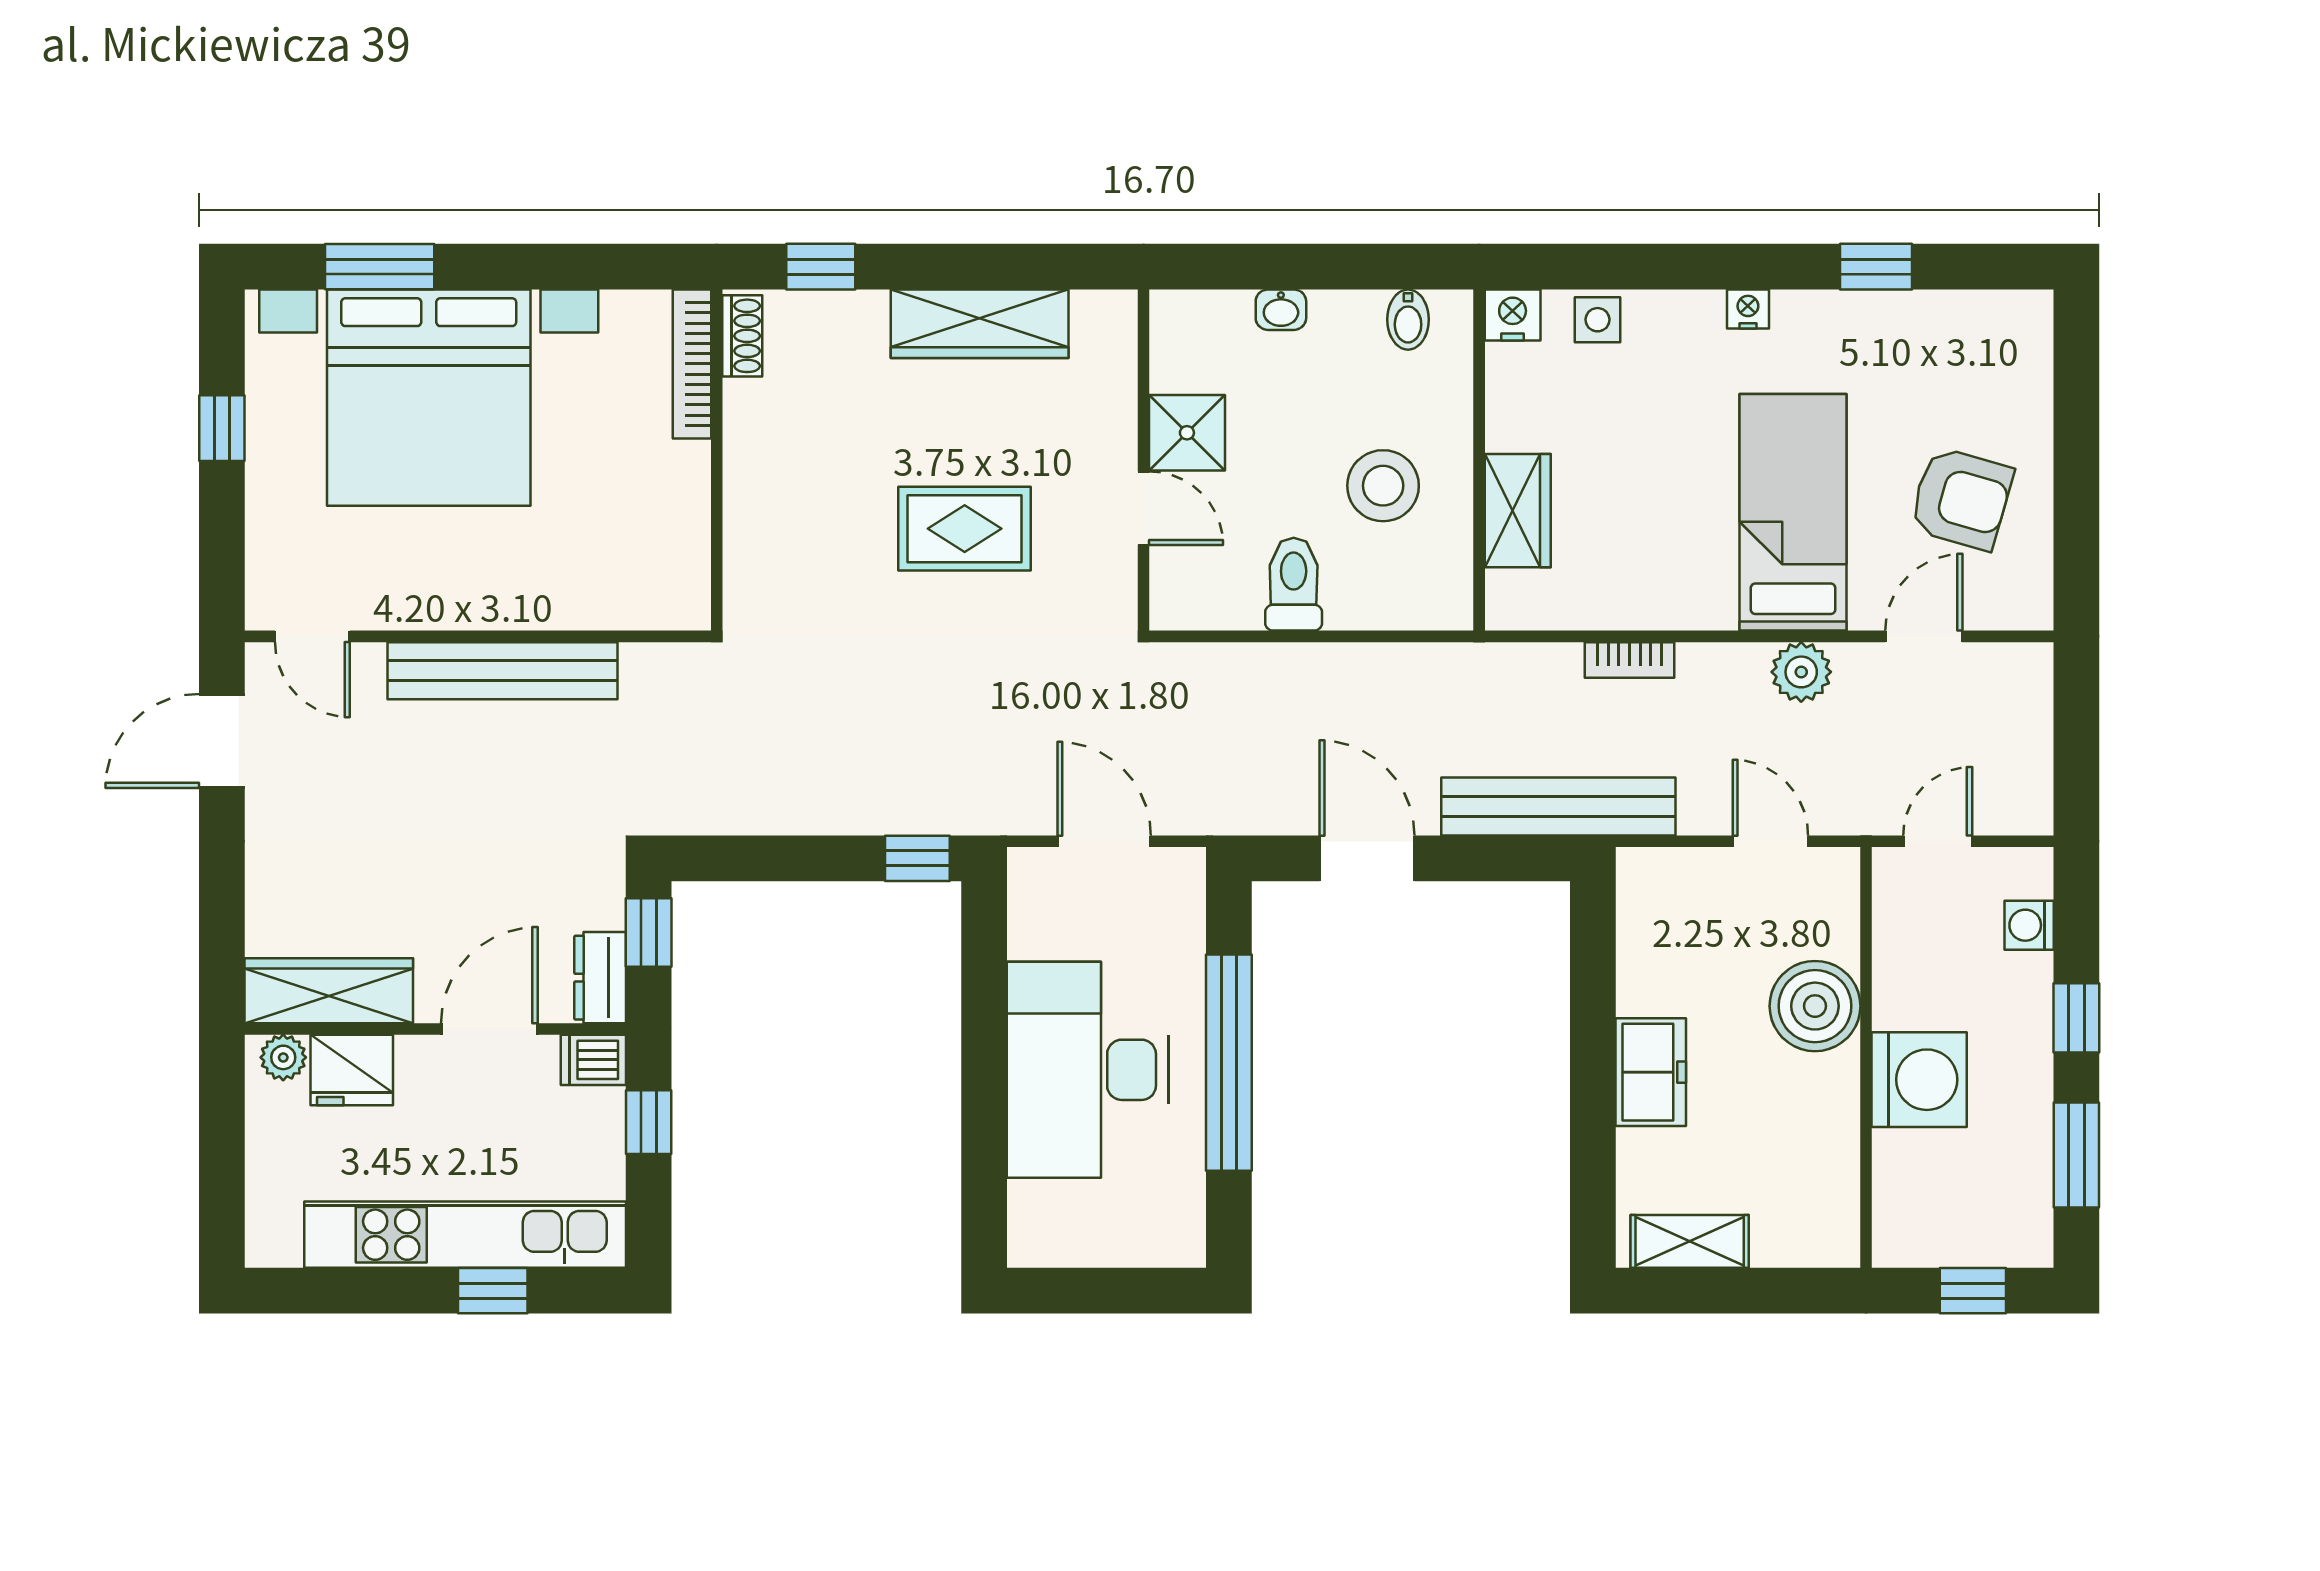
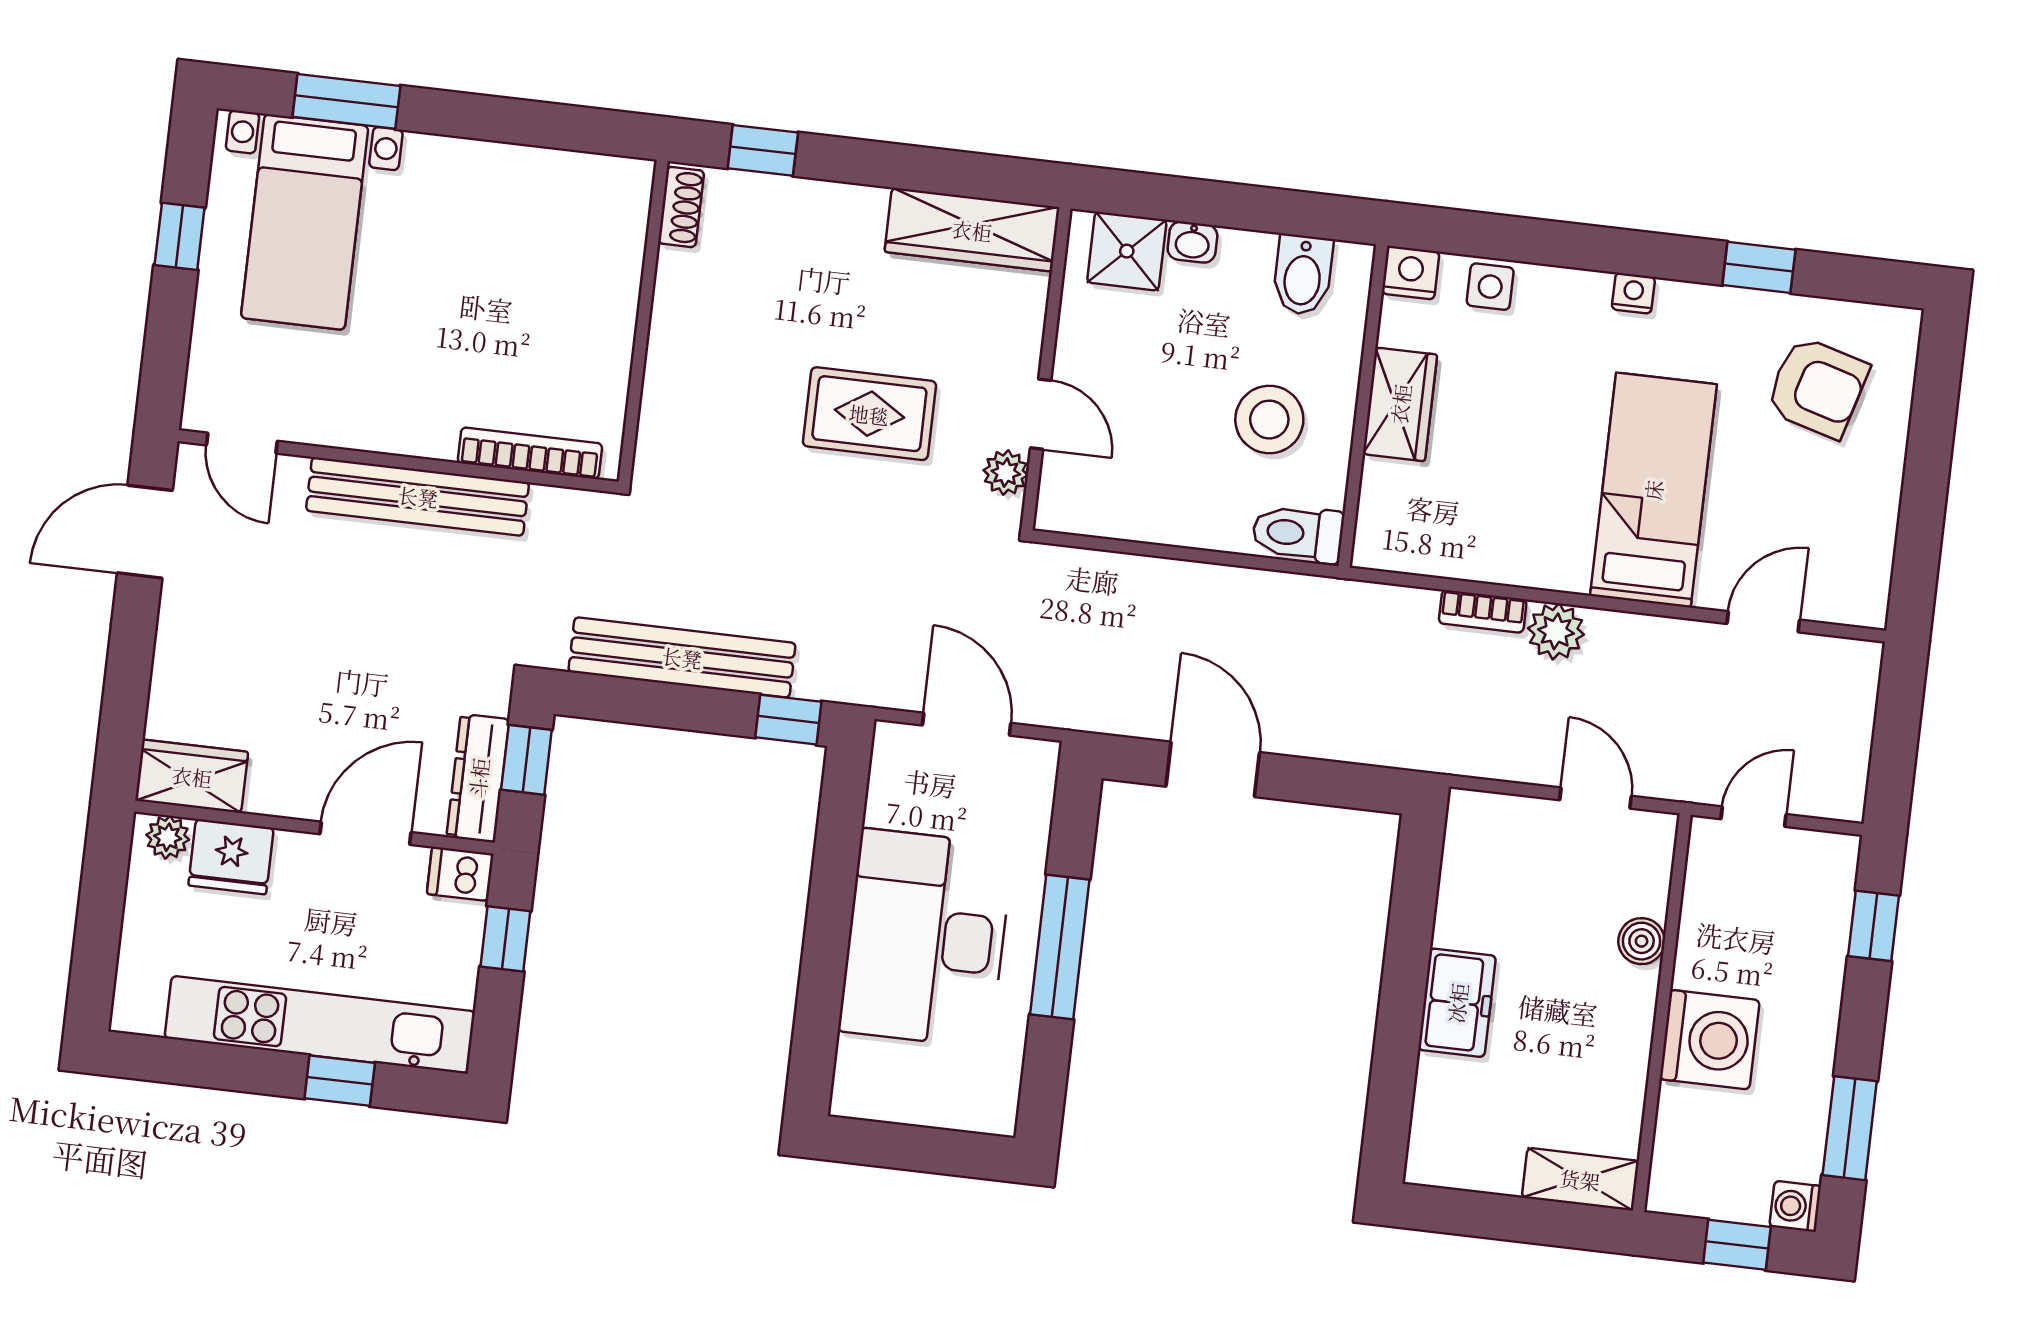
bidet: (1408, 320) -> (1303, 275), width x1.38, depth x1.36
wardrobe: (980, 324) -> (972, 230), moved
bookcase: (692, 364) -> (530, 453), moved, turned 90
bed with nightstands: (429, 398) -> (305, 222), width x0.54
shower: (1187, 433) -> (1127, 251), moved
armchair: (1961, 499) -> (1817, 387), moved
wardrobe: (1518, 511) -> (1400, 404), moved
plant: (1114, 574) -> (1006, 473), added
toilet: (1294, 584) -> (1298, 533), moved, turned -90
plant: (1801, 672) -> (1556, 631), moved
bench: (1558, 806) -> (682, 657), moved
washing machine: (2029, 925) -> (1795, 1206), moved
dresser: (600, 978) -> (478, 778), width x1.44
wardrobe: (329, 991) -> (192, 776), width x0.67
boiler: (1815, 1006) -> (1642, 941), width x0.54, depth x0.54
window: (2076, 1018) -> (1873, 926), moved
window: (1229, 1063) -> (1060, 947), width x0.68
shelving: (1690, 1241) -> (1580, 1179), moved

